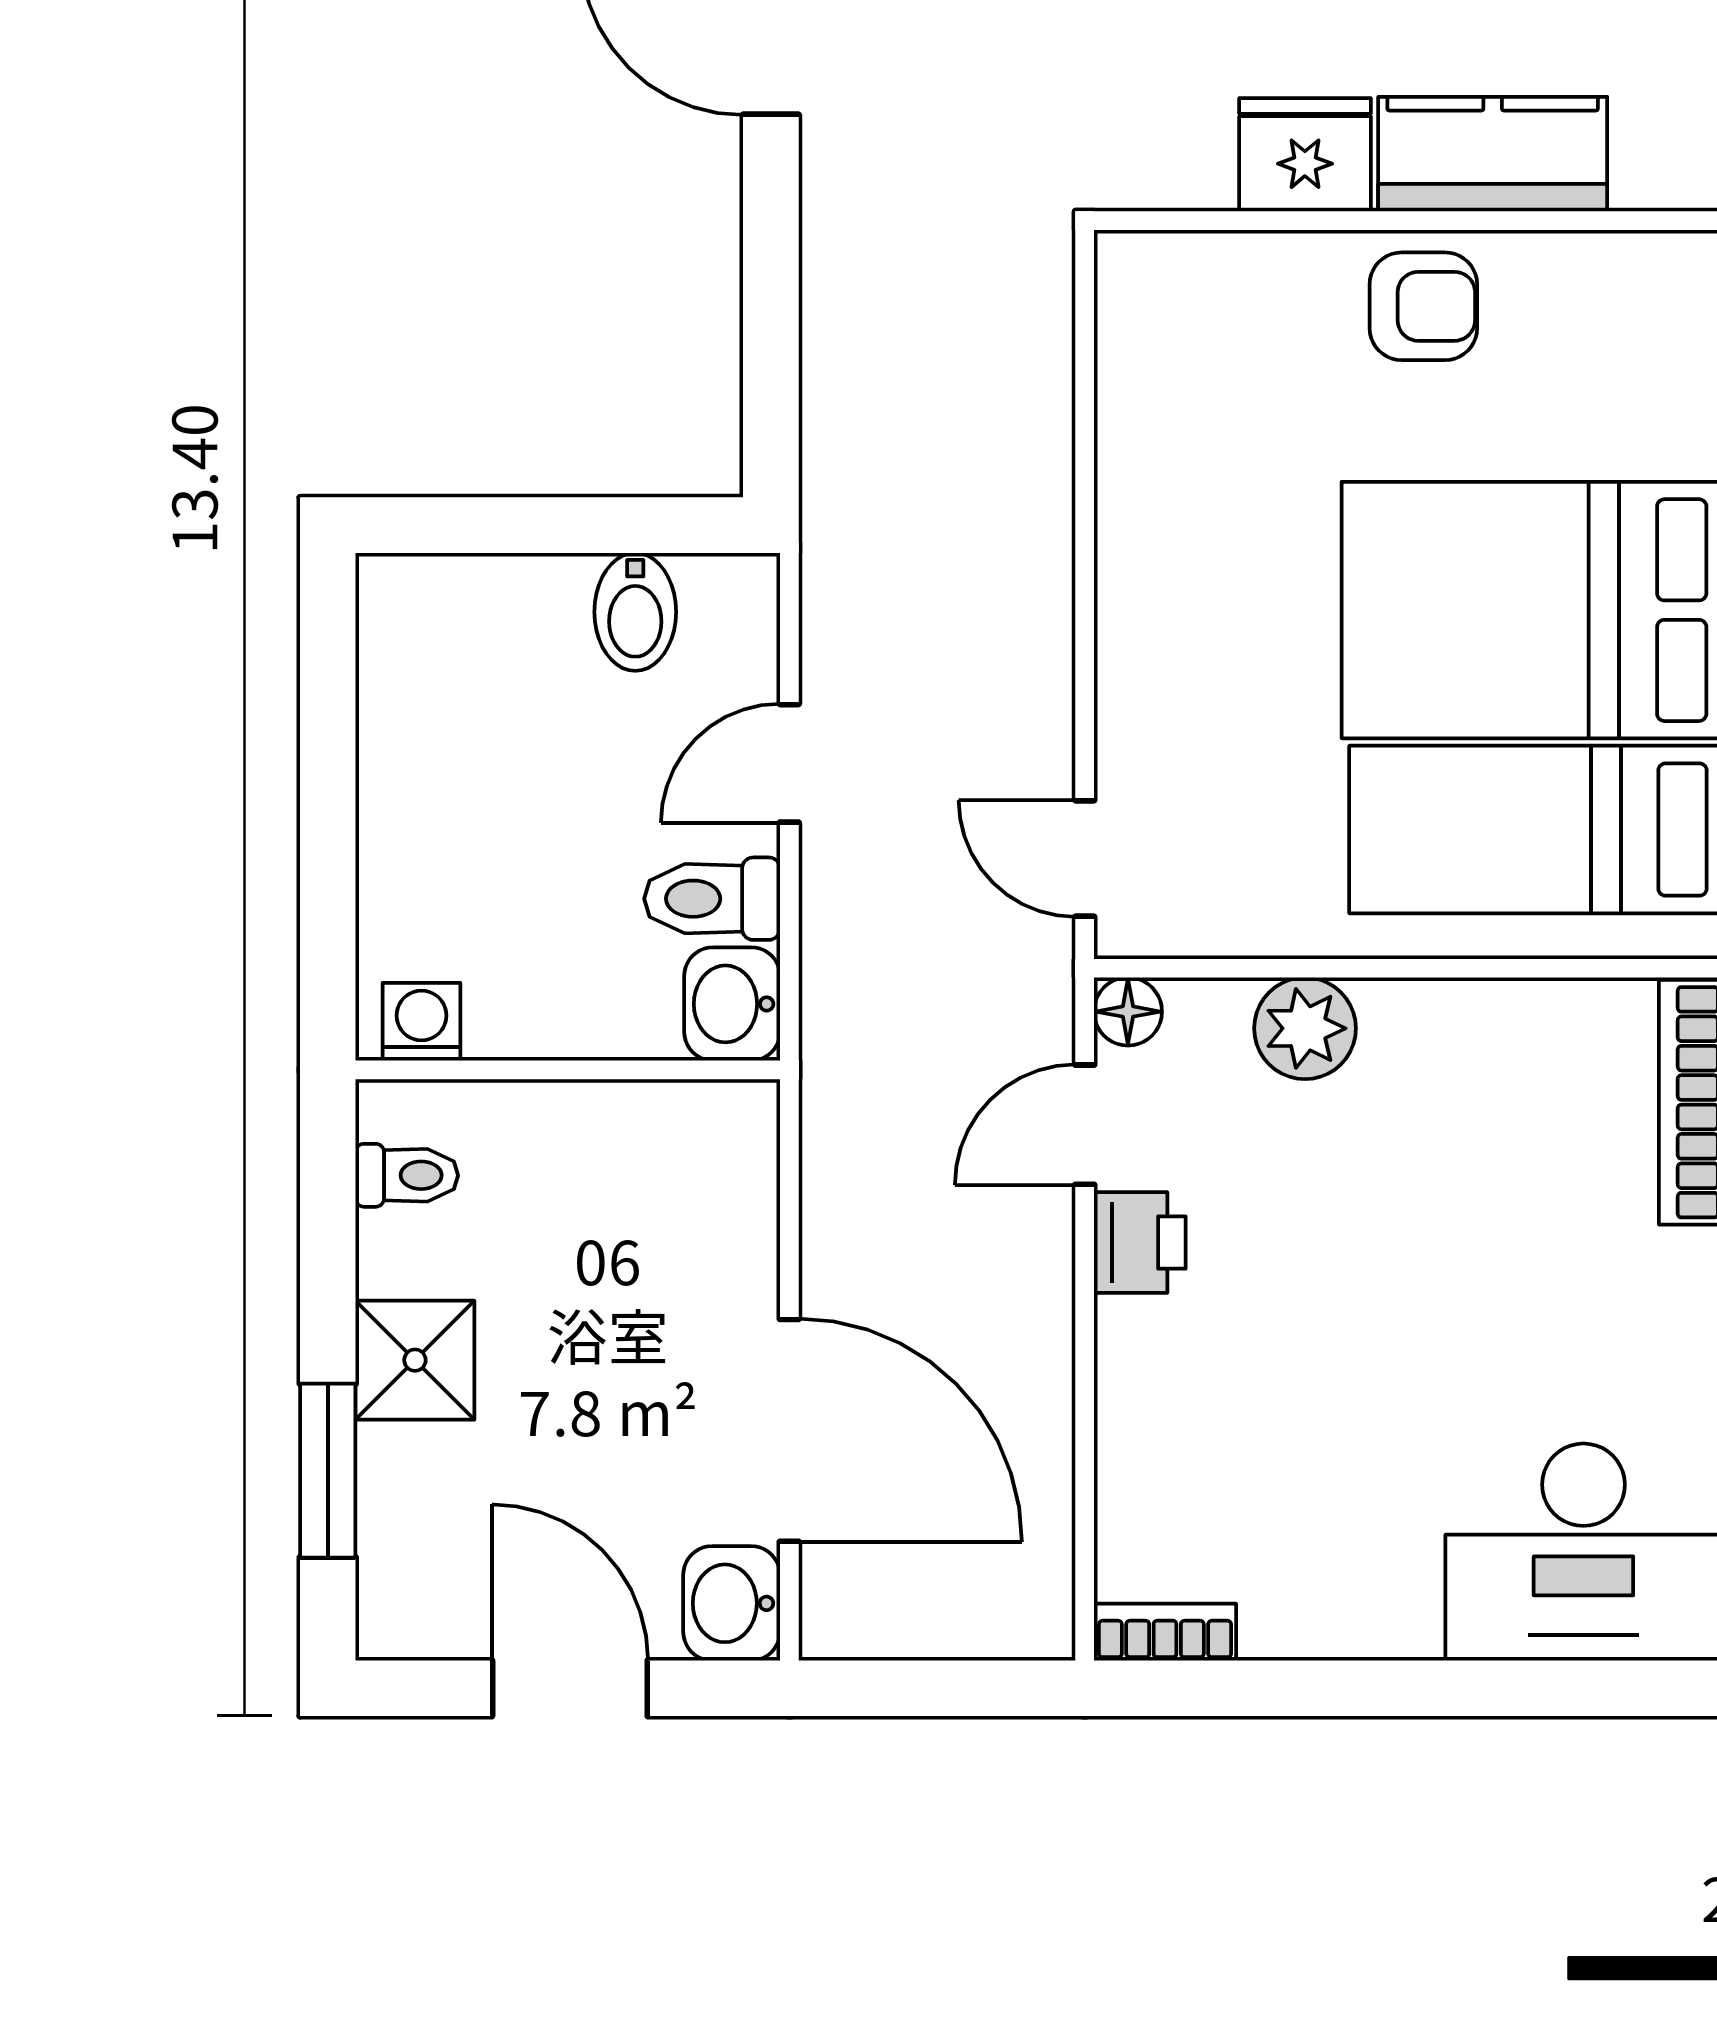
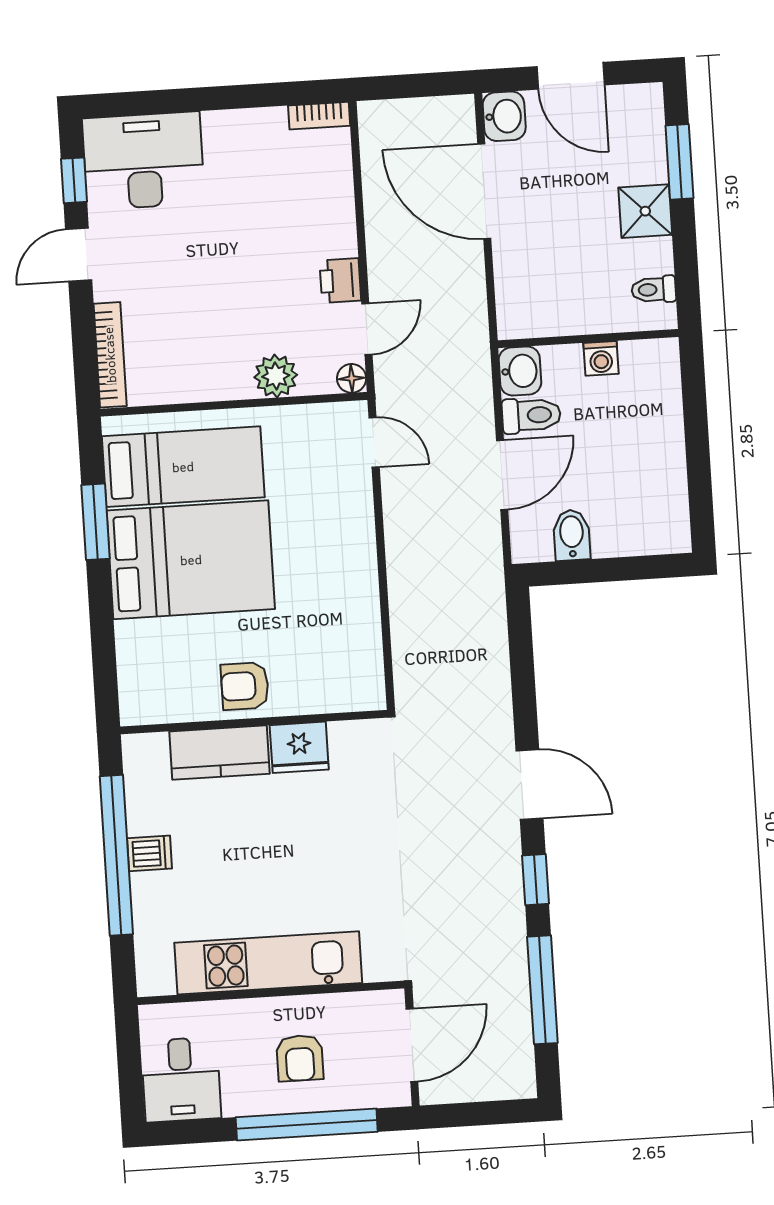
door: (789, 763) -> (502, 475), width x1.38
washing machine: (421, 1022) -> (601, 358), moved

